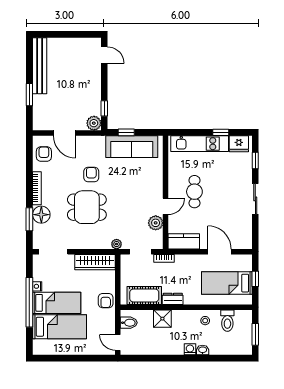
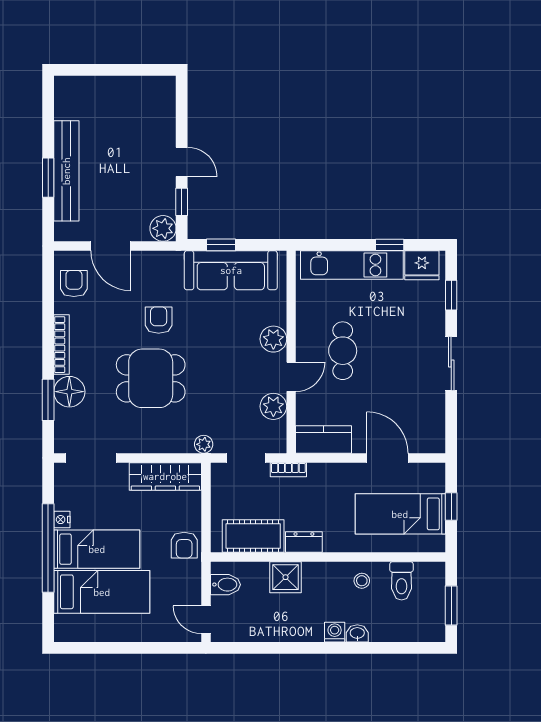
door: (104, 55) -> (182, 162), moved
bench: (40, 66) -> (66, 171), moved
plant: (156, 185) -> (273, 339), added

